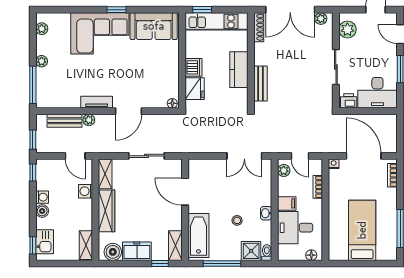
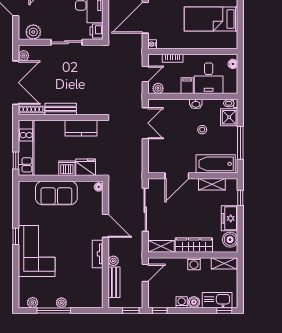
sofa: (154, 26) -> (56, 193), moved, turned 90
kitchen counter: (239, 70) -> (81, 128), moved
bench: (260, 83) -> (61, 109), moved
window: (33, 85) -> (54, 310), moved
sliding door: (147, 156) -> (145, 210), width x1.37
washing machine: (86, 191) -> (194, 264), moved
kitchen sink: (45, 242) -> (217, 300), width x1.38
shelving: (175, 246) -> (212, 184), moved

